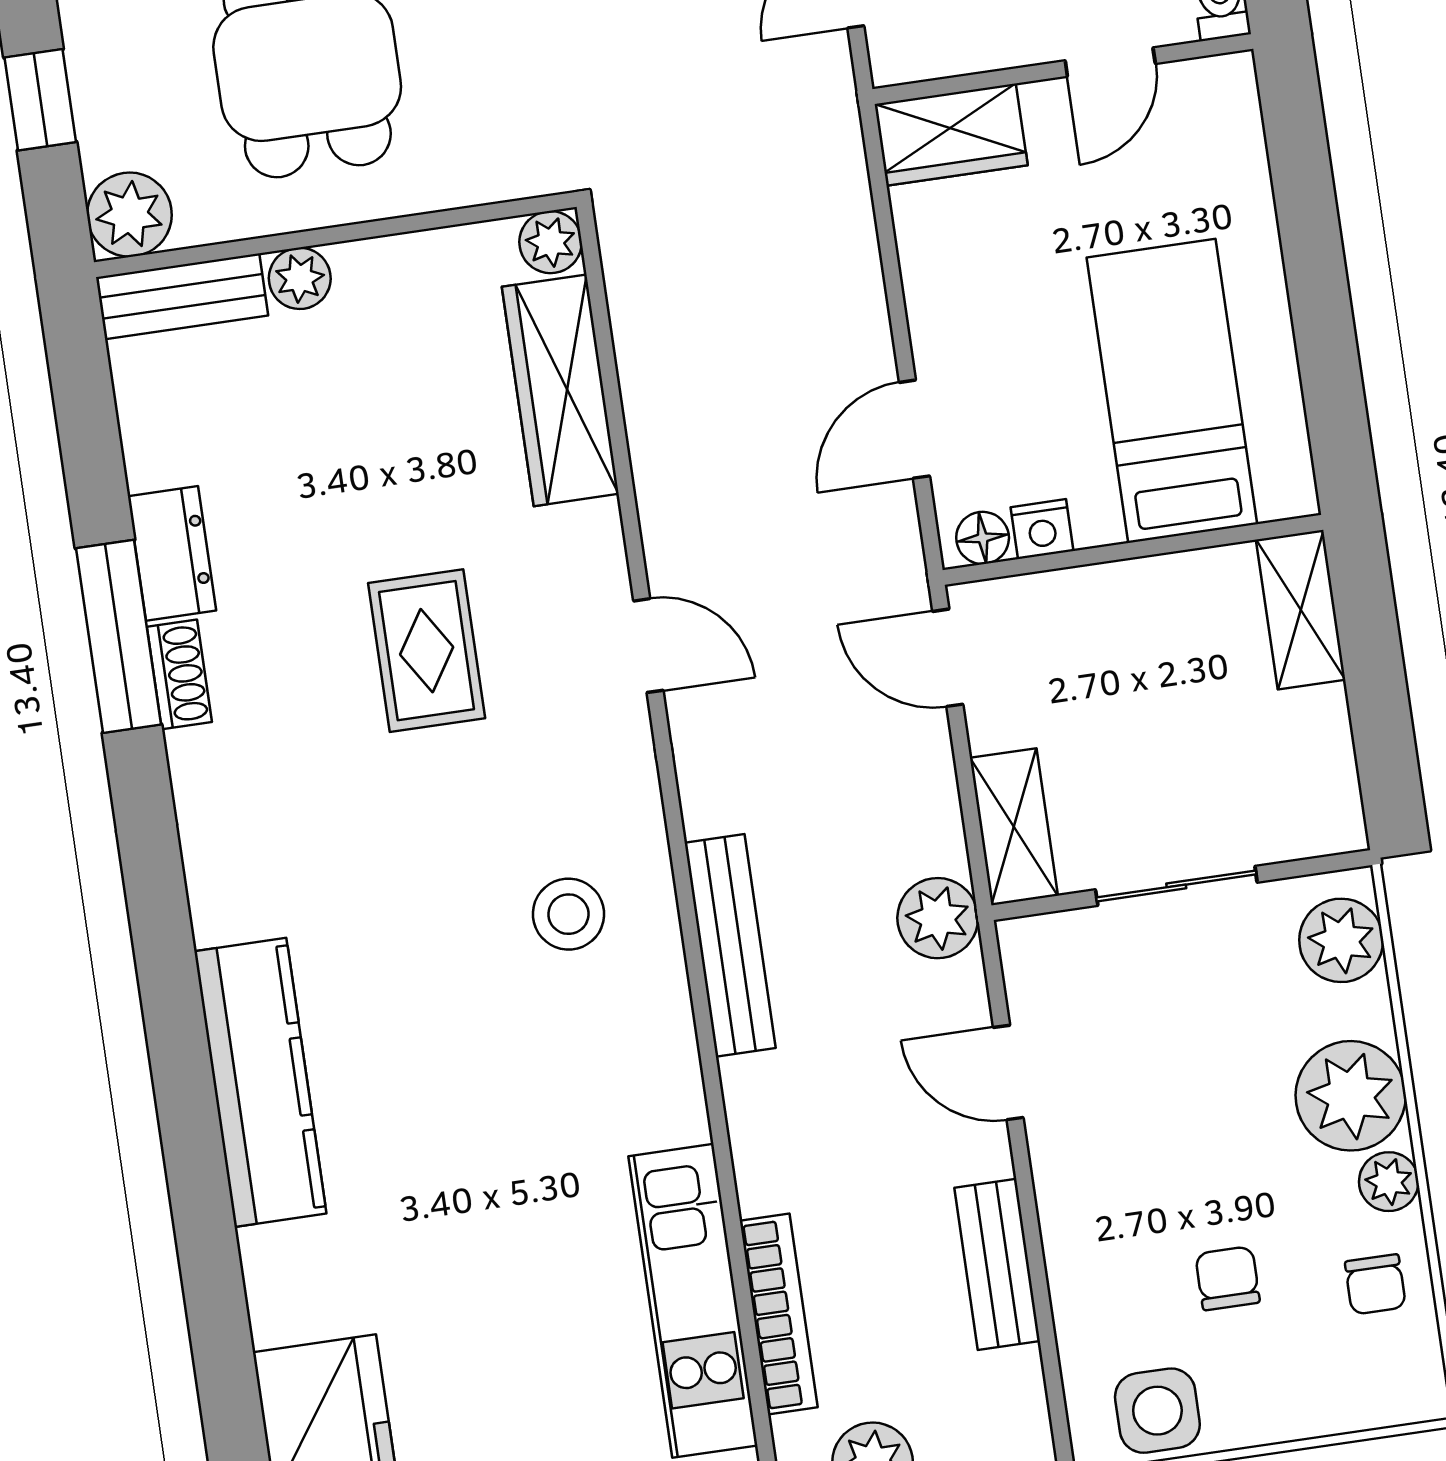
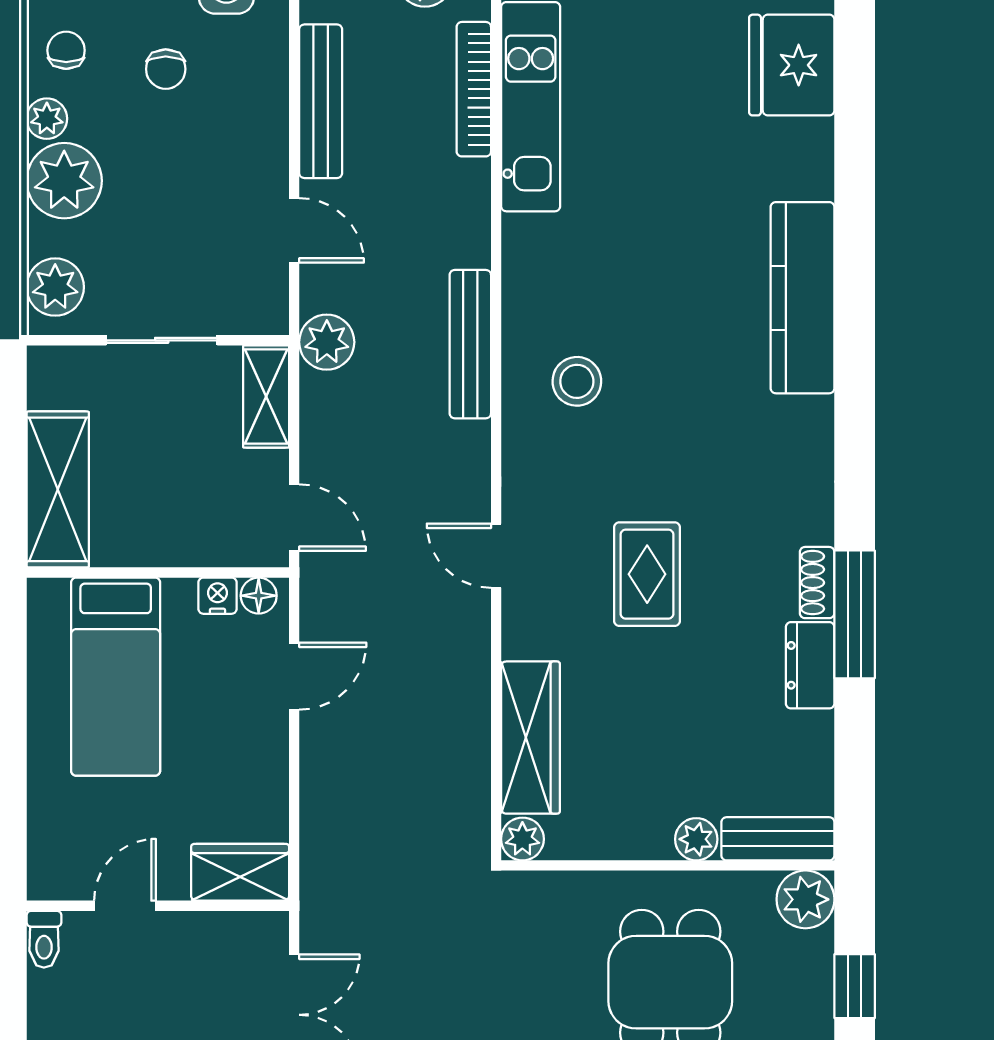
shelving: (1301, 610) -> (58, 489), width x1.50, depth x1.33
bench: (997, 1264) -> (321, 101), width x1.36

